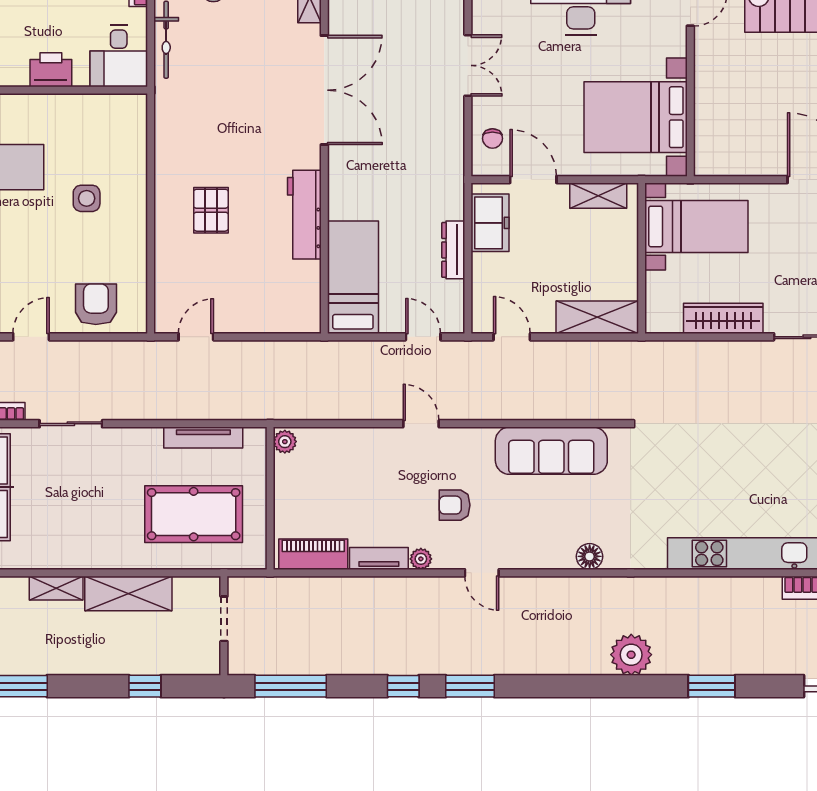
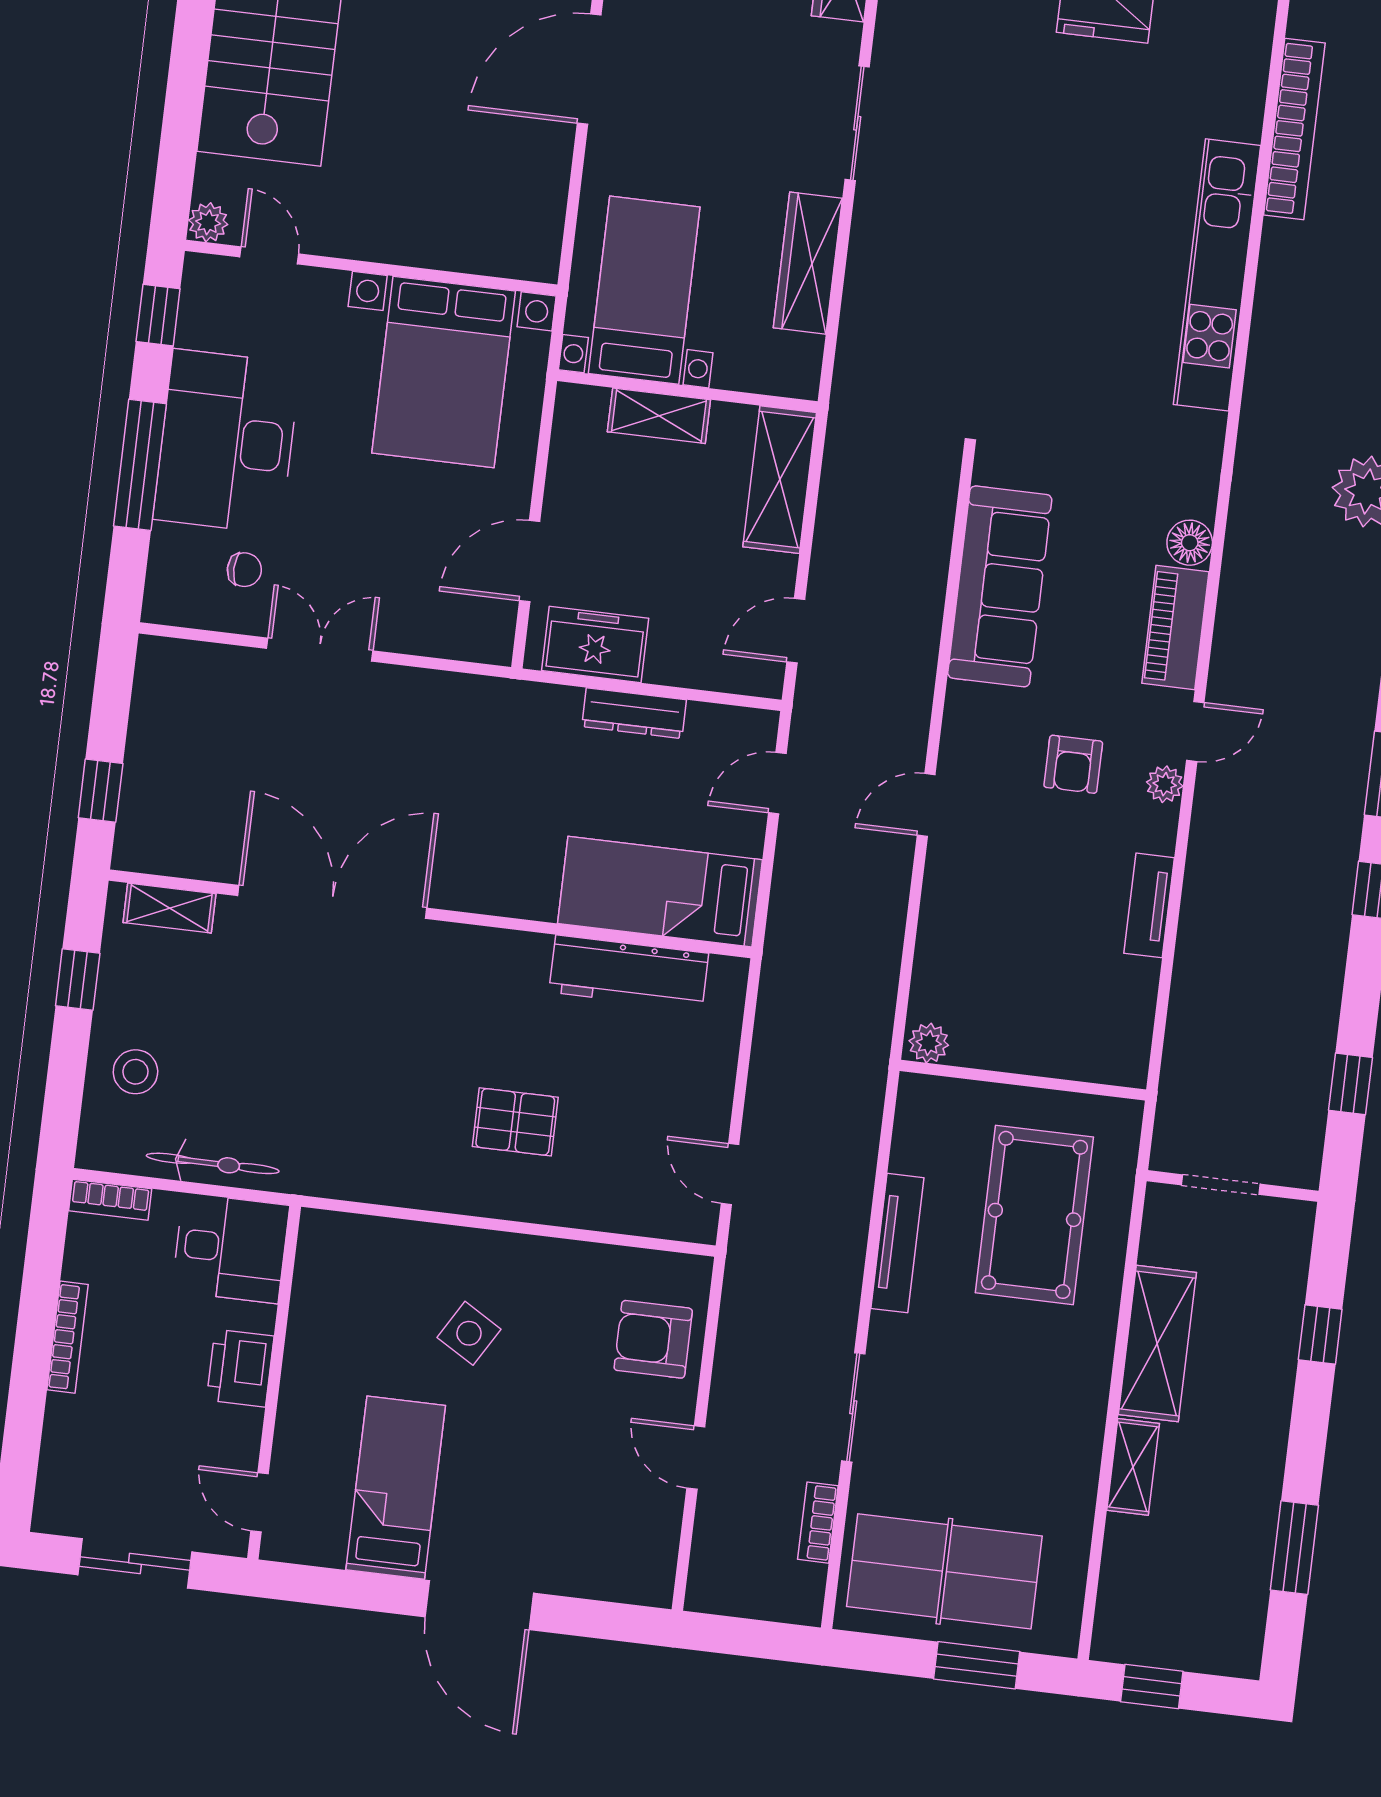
chair: (492, 138) -> (244, 570), moved
shelving: (598, 196) -> (659, 416), moved, turned 90
side table: (87, 198) -> (469, 1333), turned 31
workbench: (304, 215) -> (629, 973), moved
tv unit: (203, 438) -> (897, 1243), moved
piano: (313, 554) -> (1175, 628), moved
plant: (421, 559) -> (1165, 784), moved
window: (291, 686) -> (1351, 1084), width x0.46

